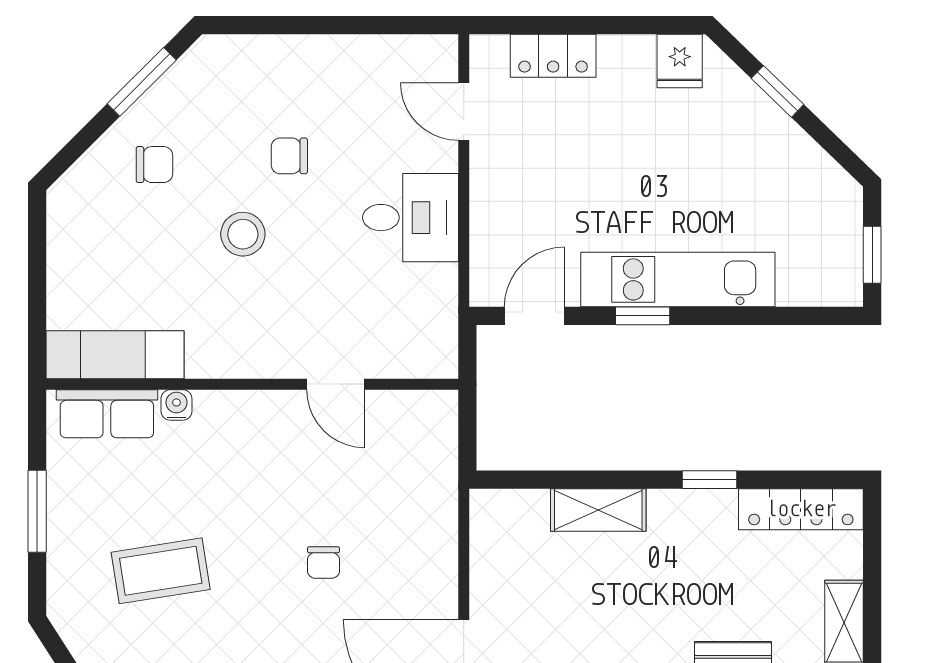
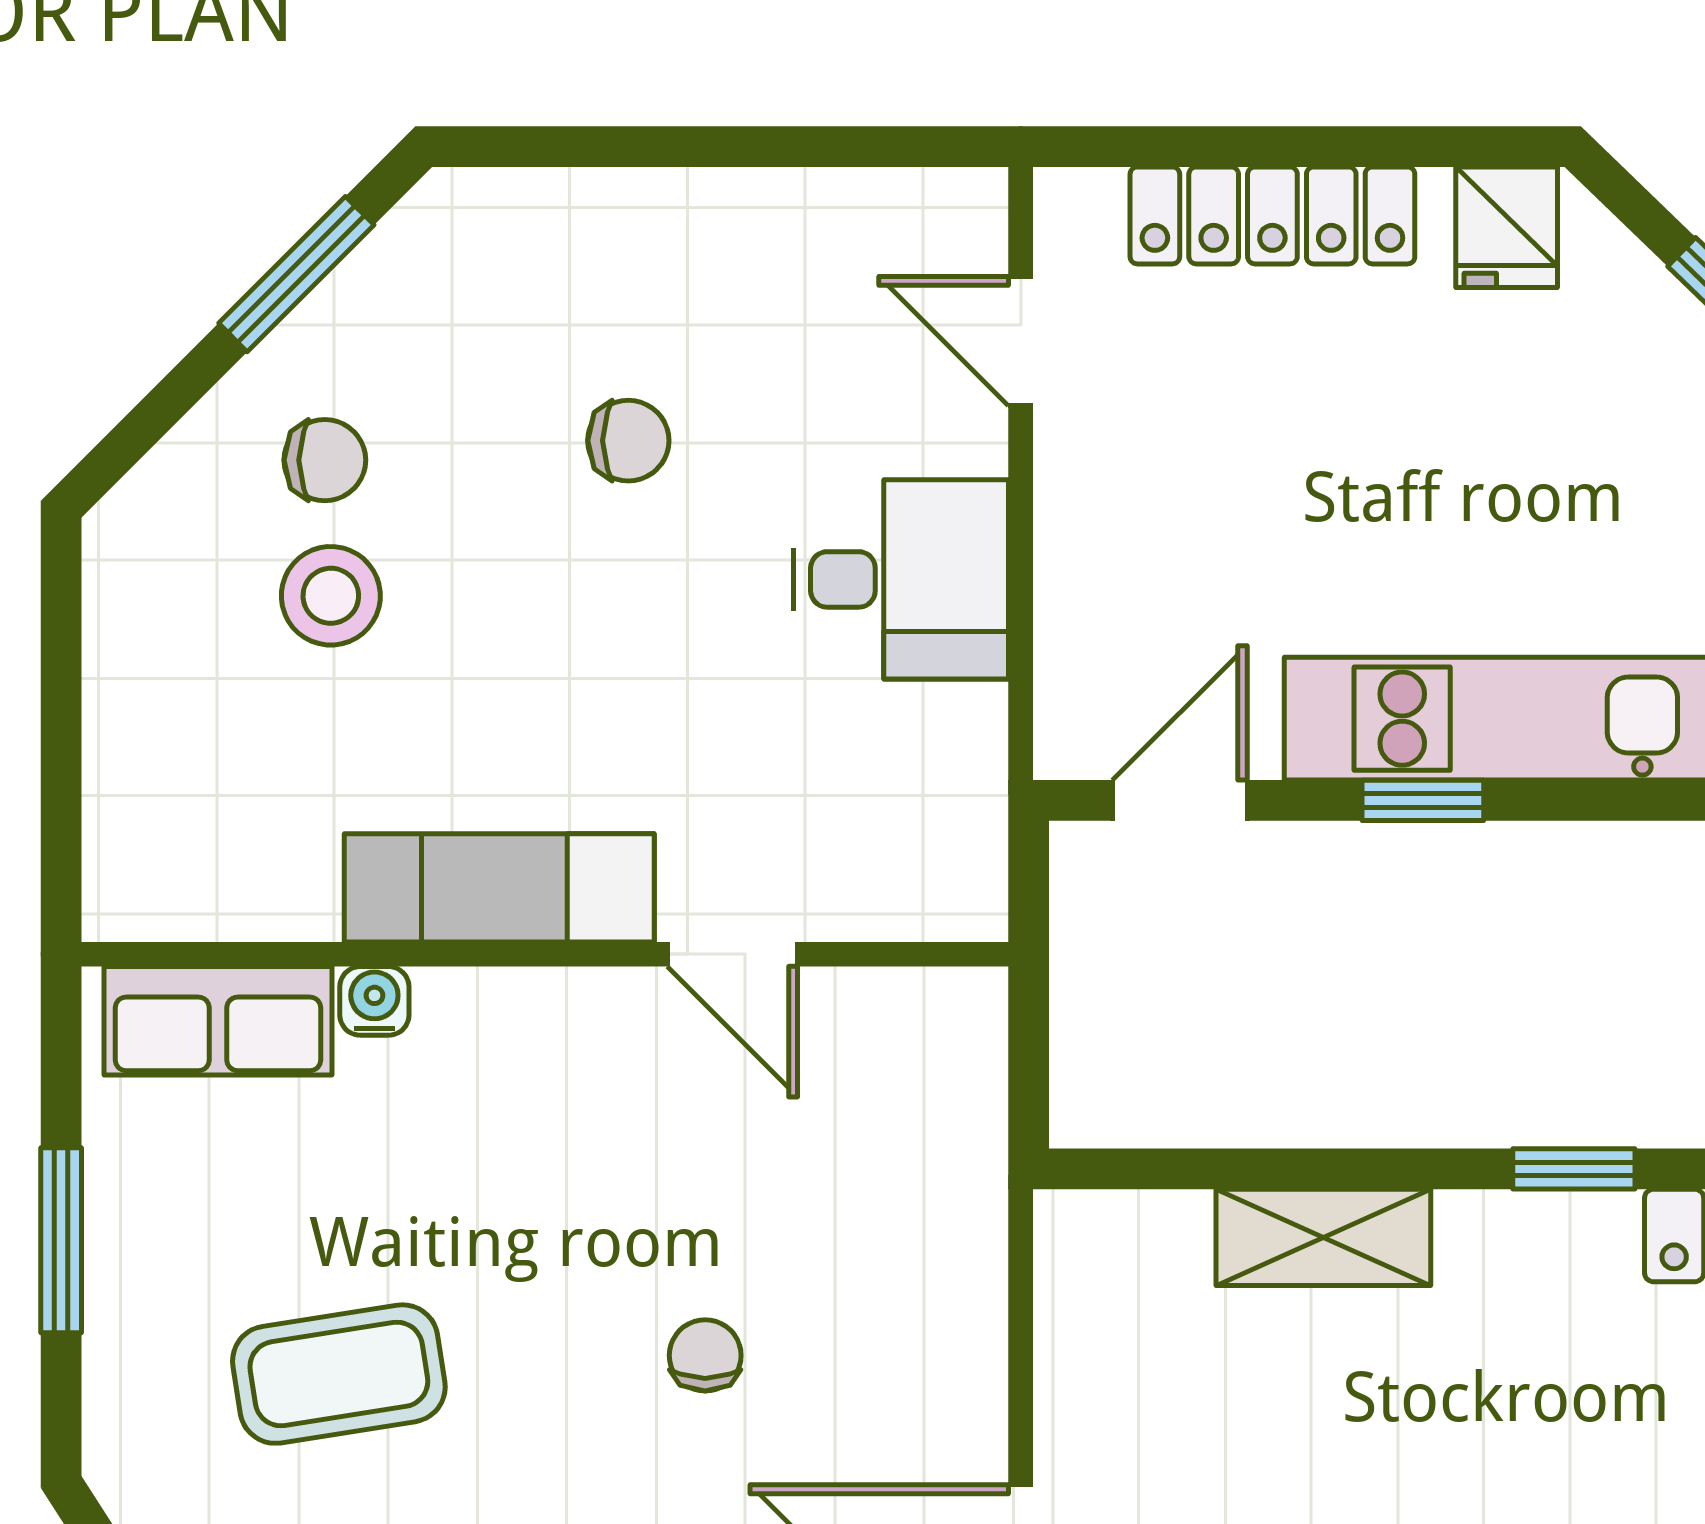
locker: (553, 56) -> (1272, 215), width x1.53
chair: (289, 156) -> (628, 441), turned 180
stool: (243, 234) -> (331, 596), moved
exam couch: (115, 355) -> (499, 888), moved
chair: (323, 562) -> (705, 1355), turned 180

